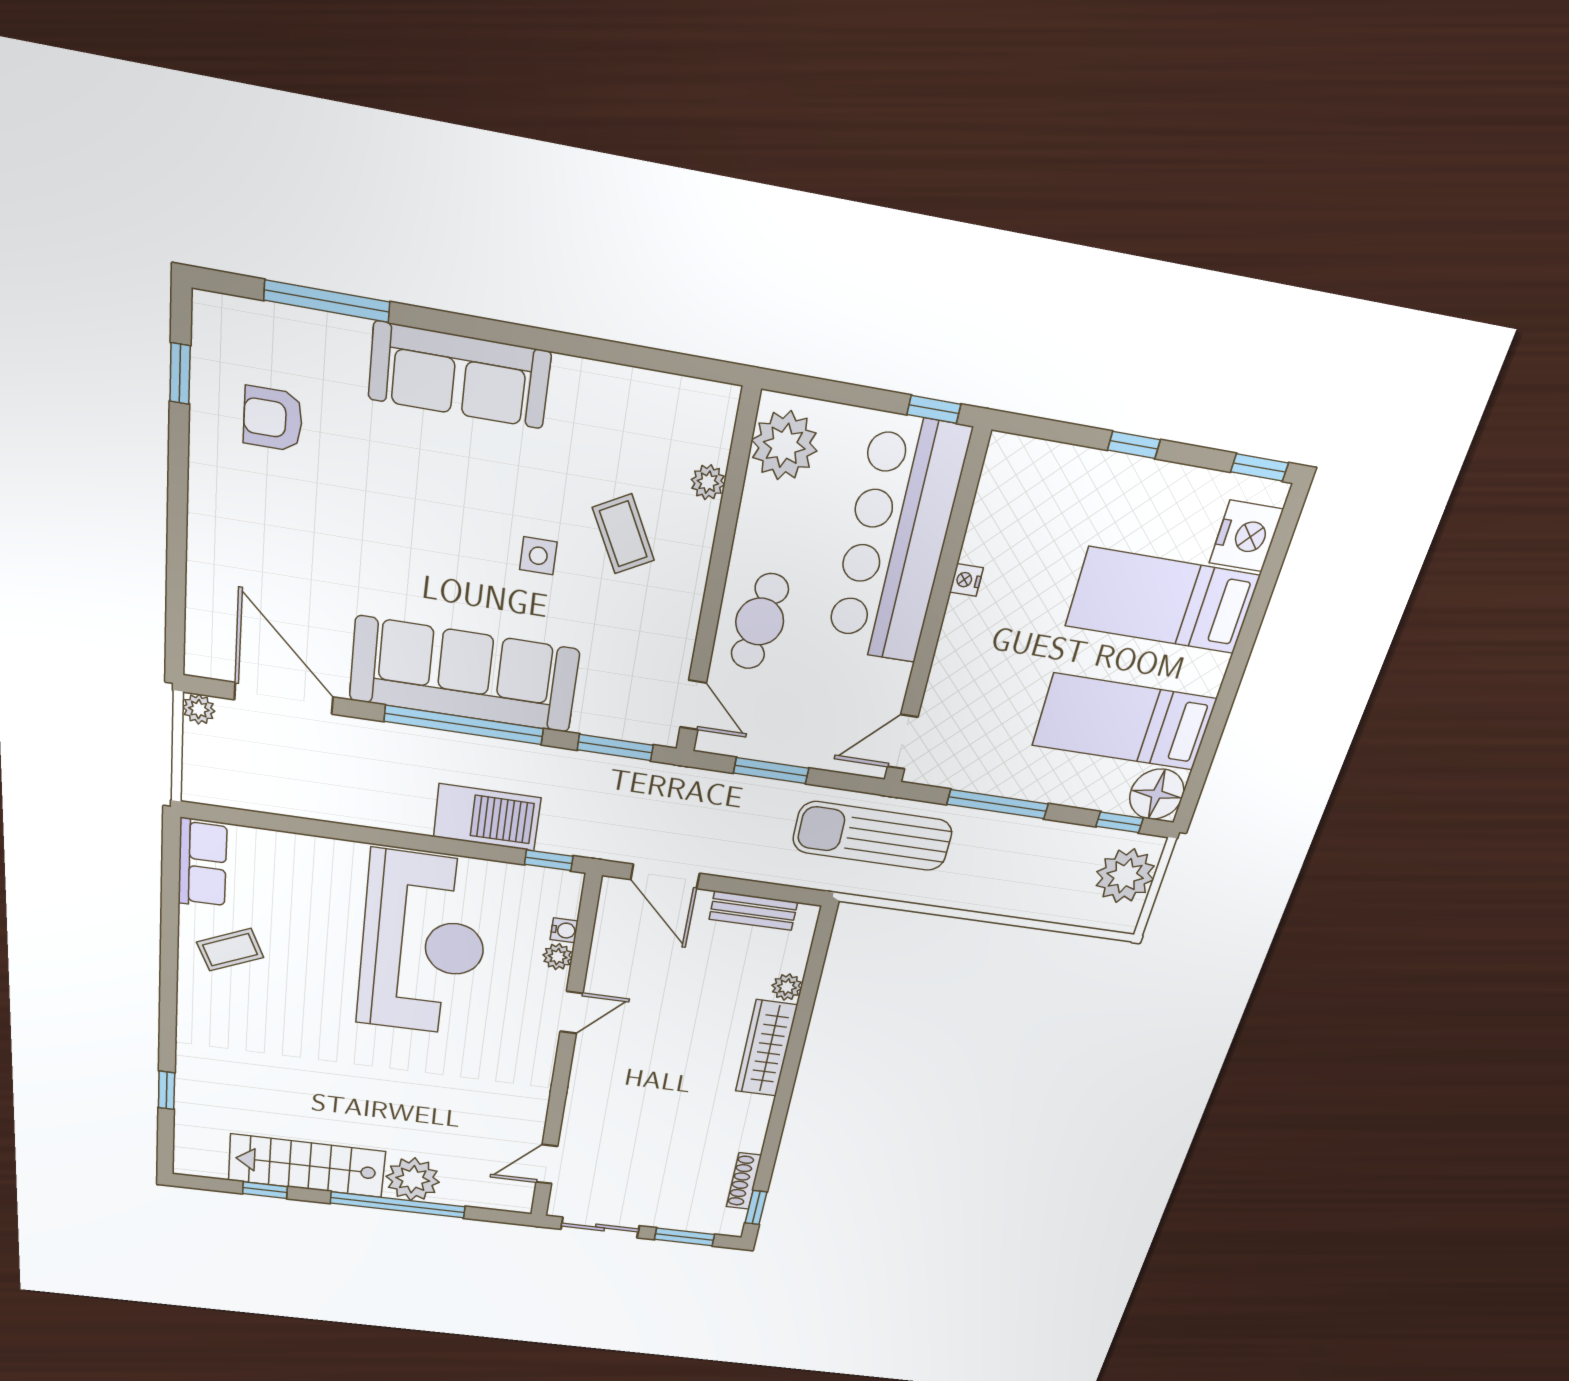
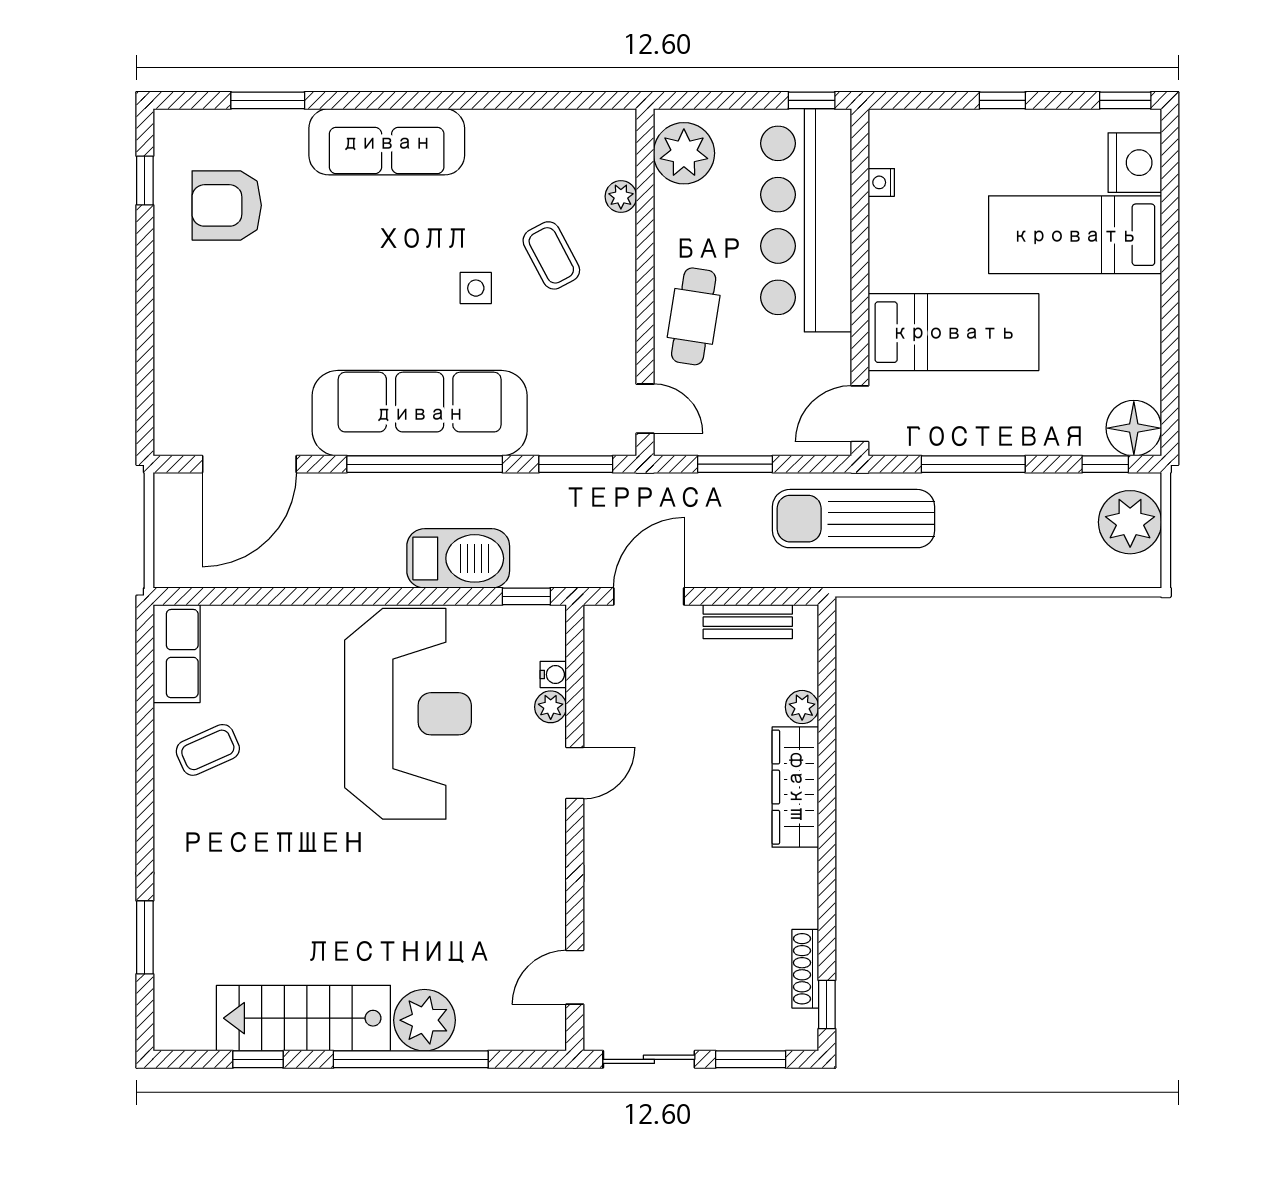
window: (327, 301) -> (268, 100), width x0.69
armchair: (273, 419) -> (227, 205), width x1.38, depth x1.38
nightstand: (966, 580) -> (881, 182), moved
door: (284, 698) -> (249, 464), swing flipped
plant: (199, 709) -> (169, 488), removed
bed: (1124, 722) -> (954, 332), moved, turned 180
door: (665, 876) -> (649, 596), swing flipped
window: (167, 1090) -> (145, 937), width x1.50

